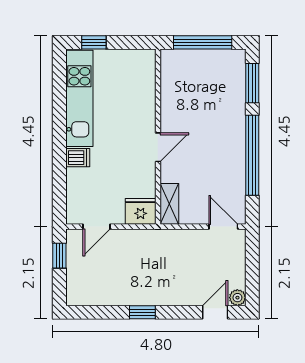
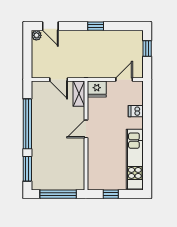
window: (94, 42) -> (111, 194), moved
dishwasher: (78, 158) -> (136, 111), moved
door: (223, 227) -> (59, 79), moved
window: (59, 256) -> (147, 48), moved
door: (215, 312) -> (50, 26), hinge flipped

